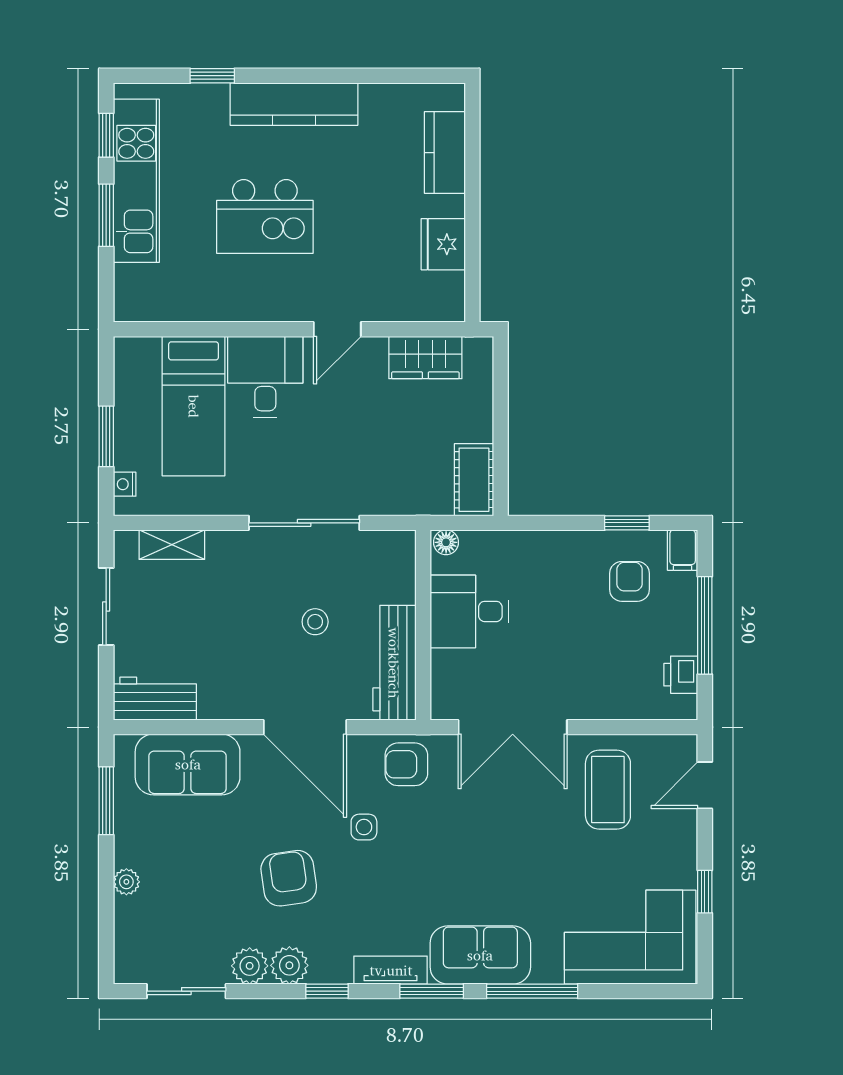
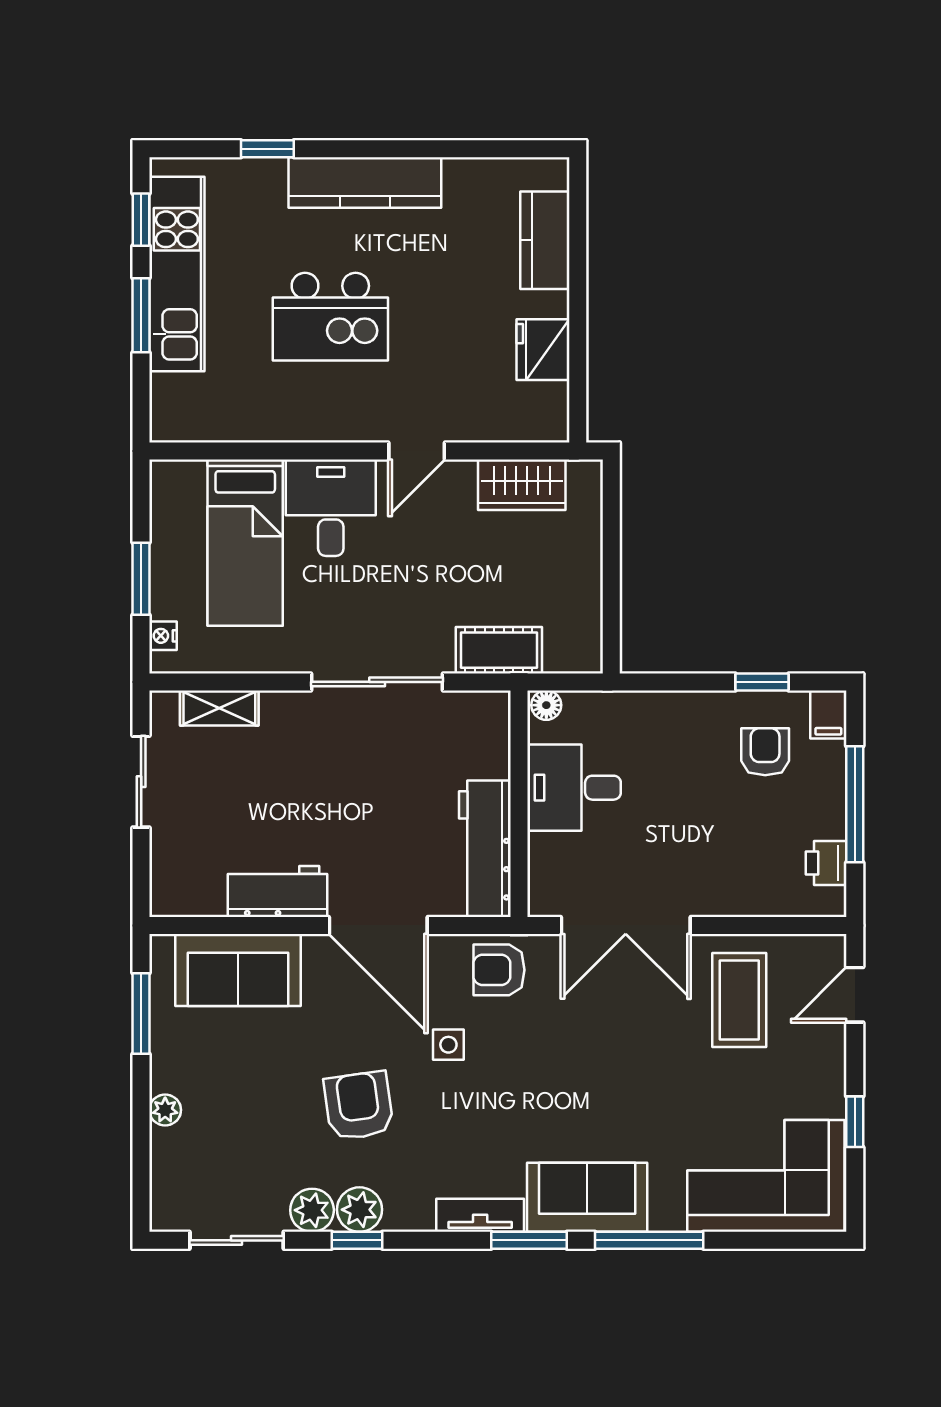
cot: (474, 480) -> (499, 650), moved, turned 90
stool: (315, 622) -> (390, 800), removed
workbench: (155, 699) -> (277, 891), moved
window: (327, 991) -> (357, 1240), moved

